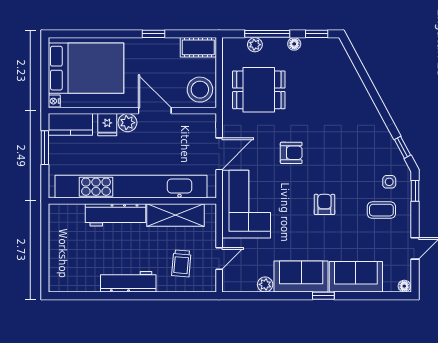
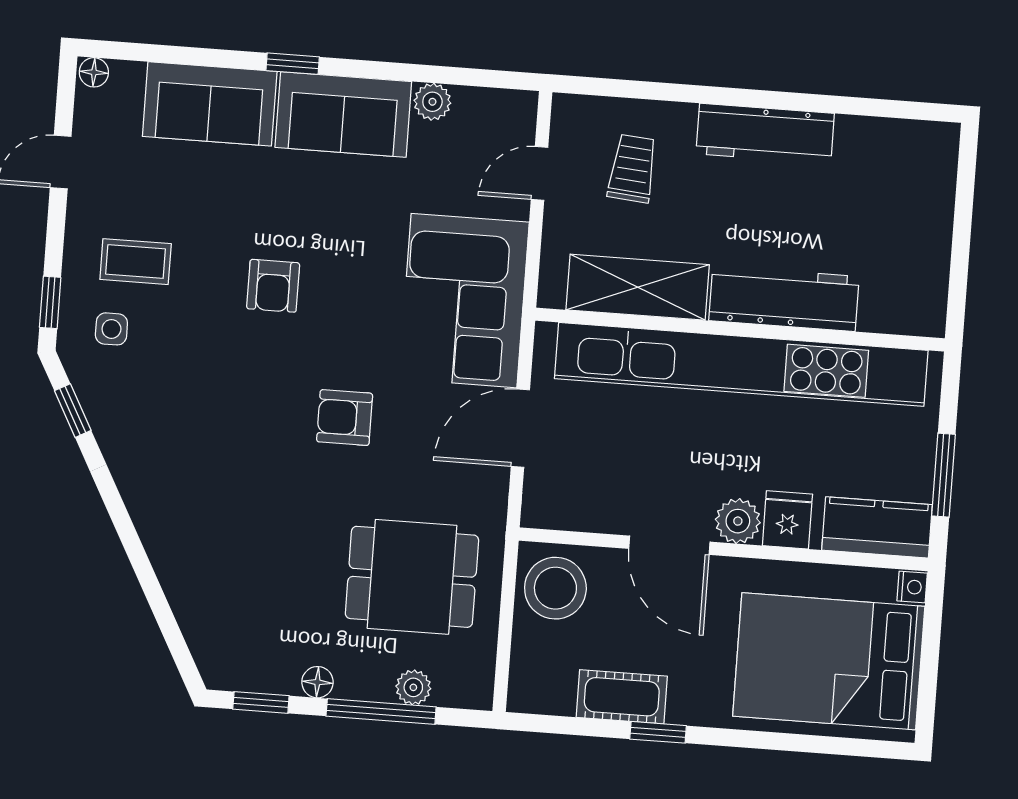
cot: (198, 47) -> (622, 697), moved

